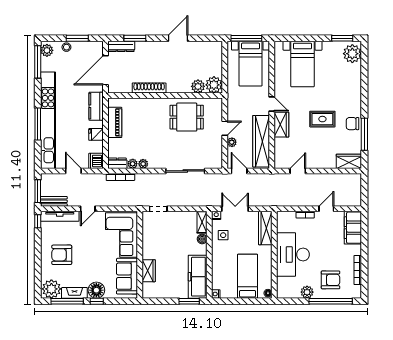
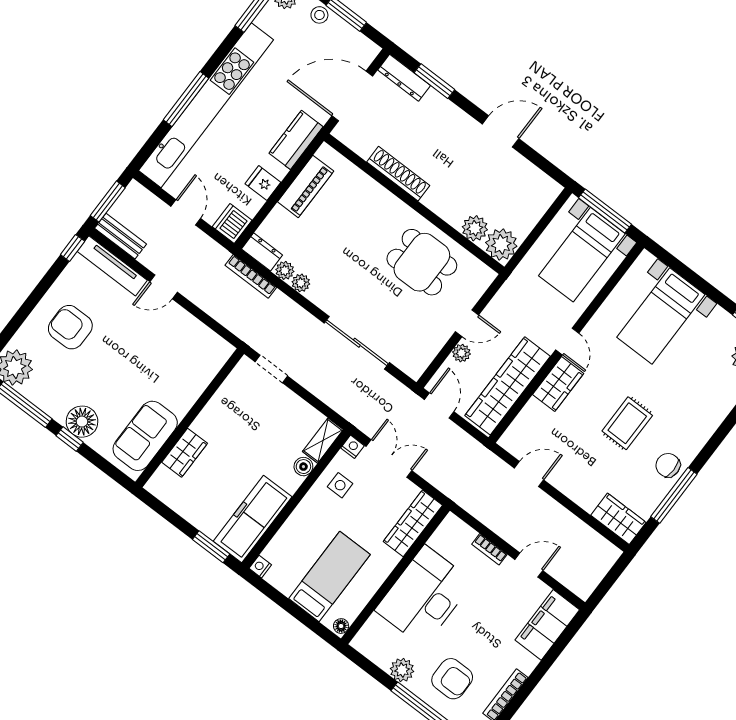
rug: (322, 119) -> (627, 423), turned 90
corner sofa: (121, 235) -> (185, 366), removed
fireplace: (74, 293) -> (45, 400), removed

